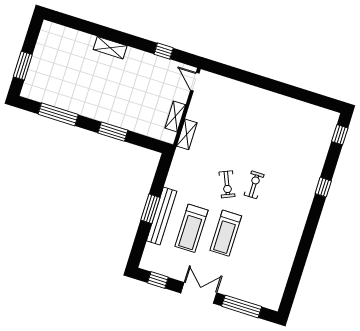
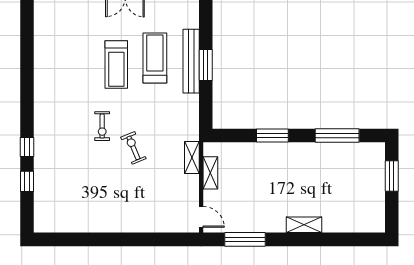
window: (164, 51) -> (245, 239), width x2.17
window: (340, 135) -> (27, 181), moved
exercise bike: (227, 184) -> (133, 148), moved
treadmill: (226, 233) -> (116, 64), turned 180

